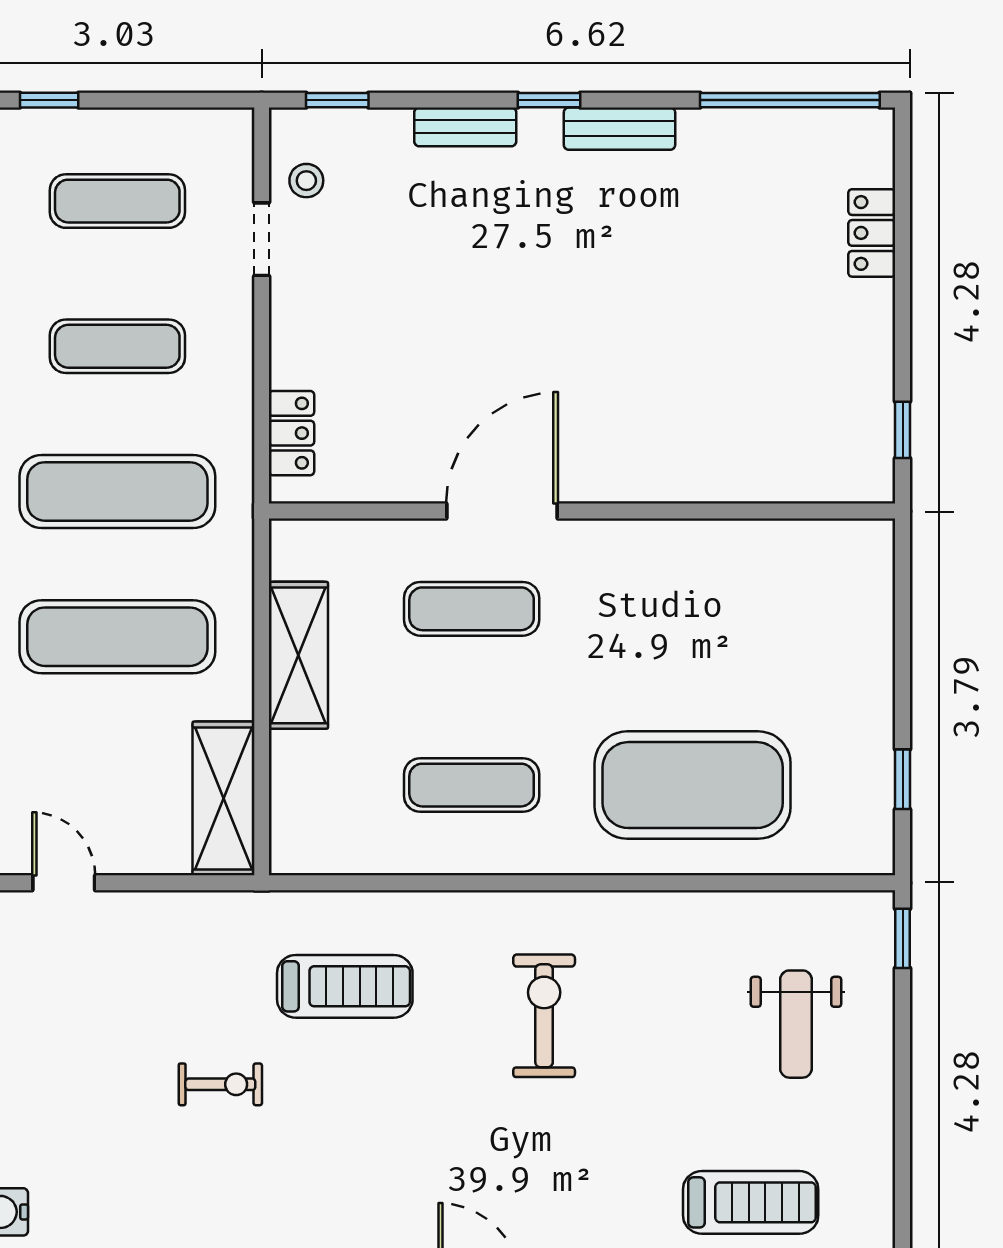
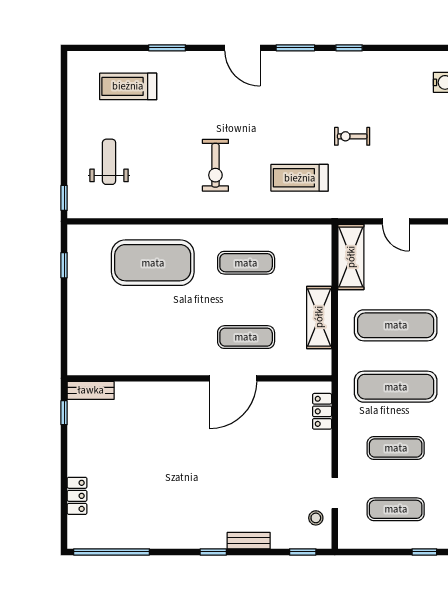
bench: (619, 129) -> (91, 390), moved
door: (64, 883) -> (396, 221), moved

